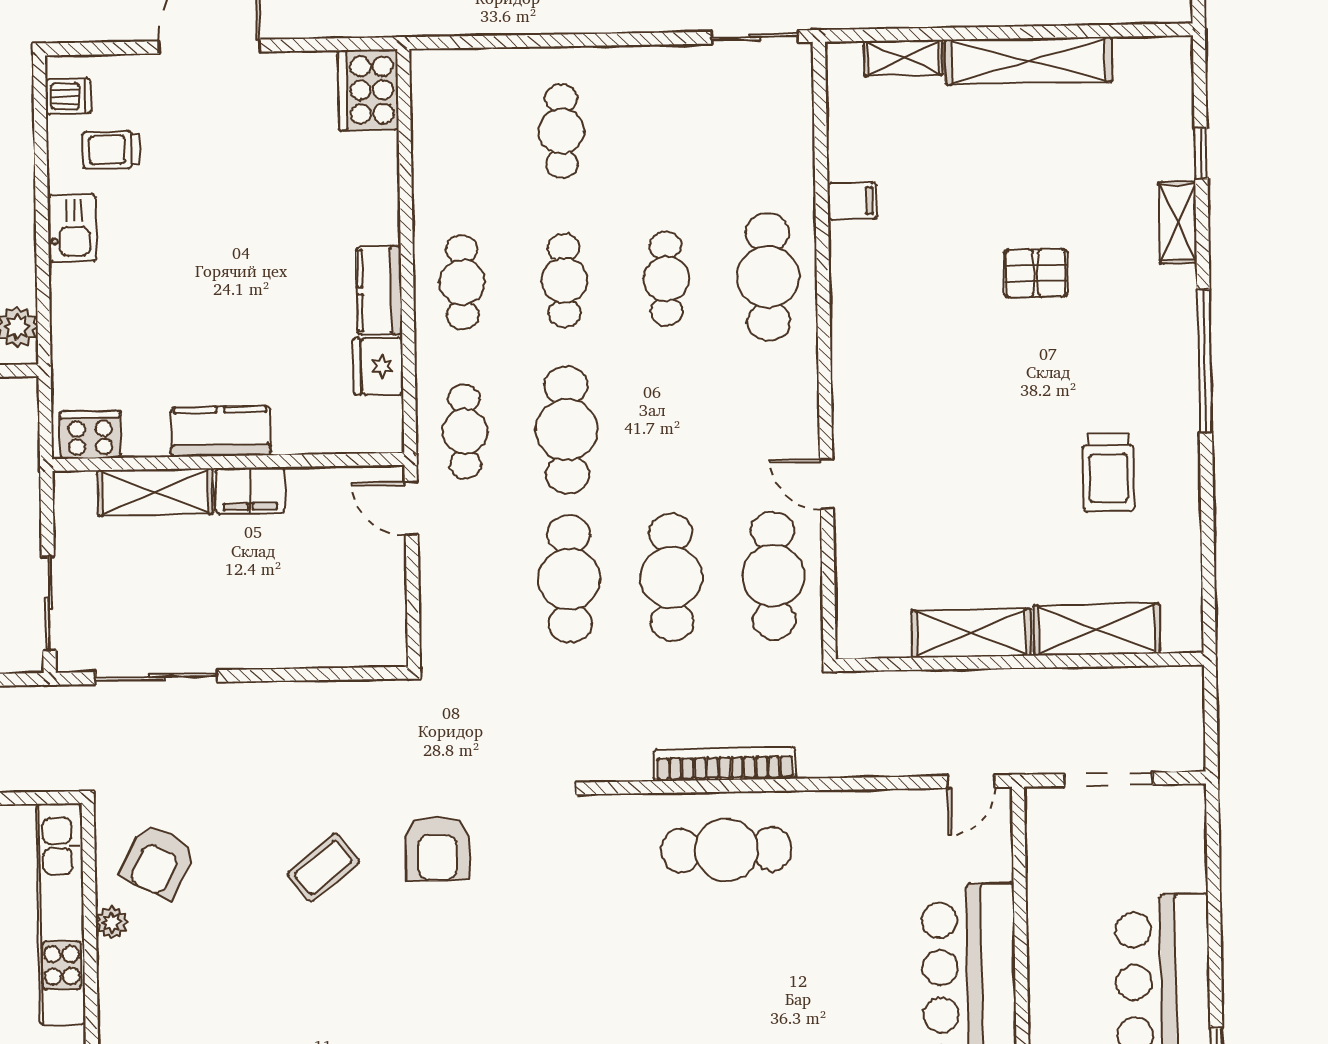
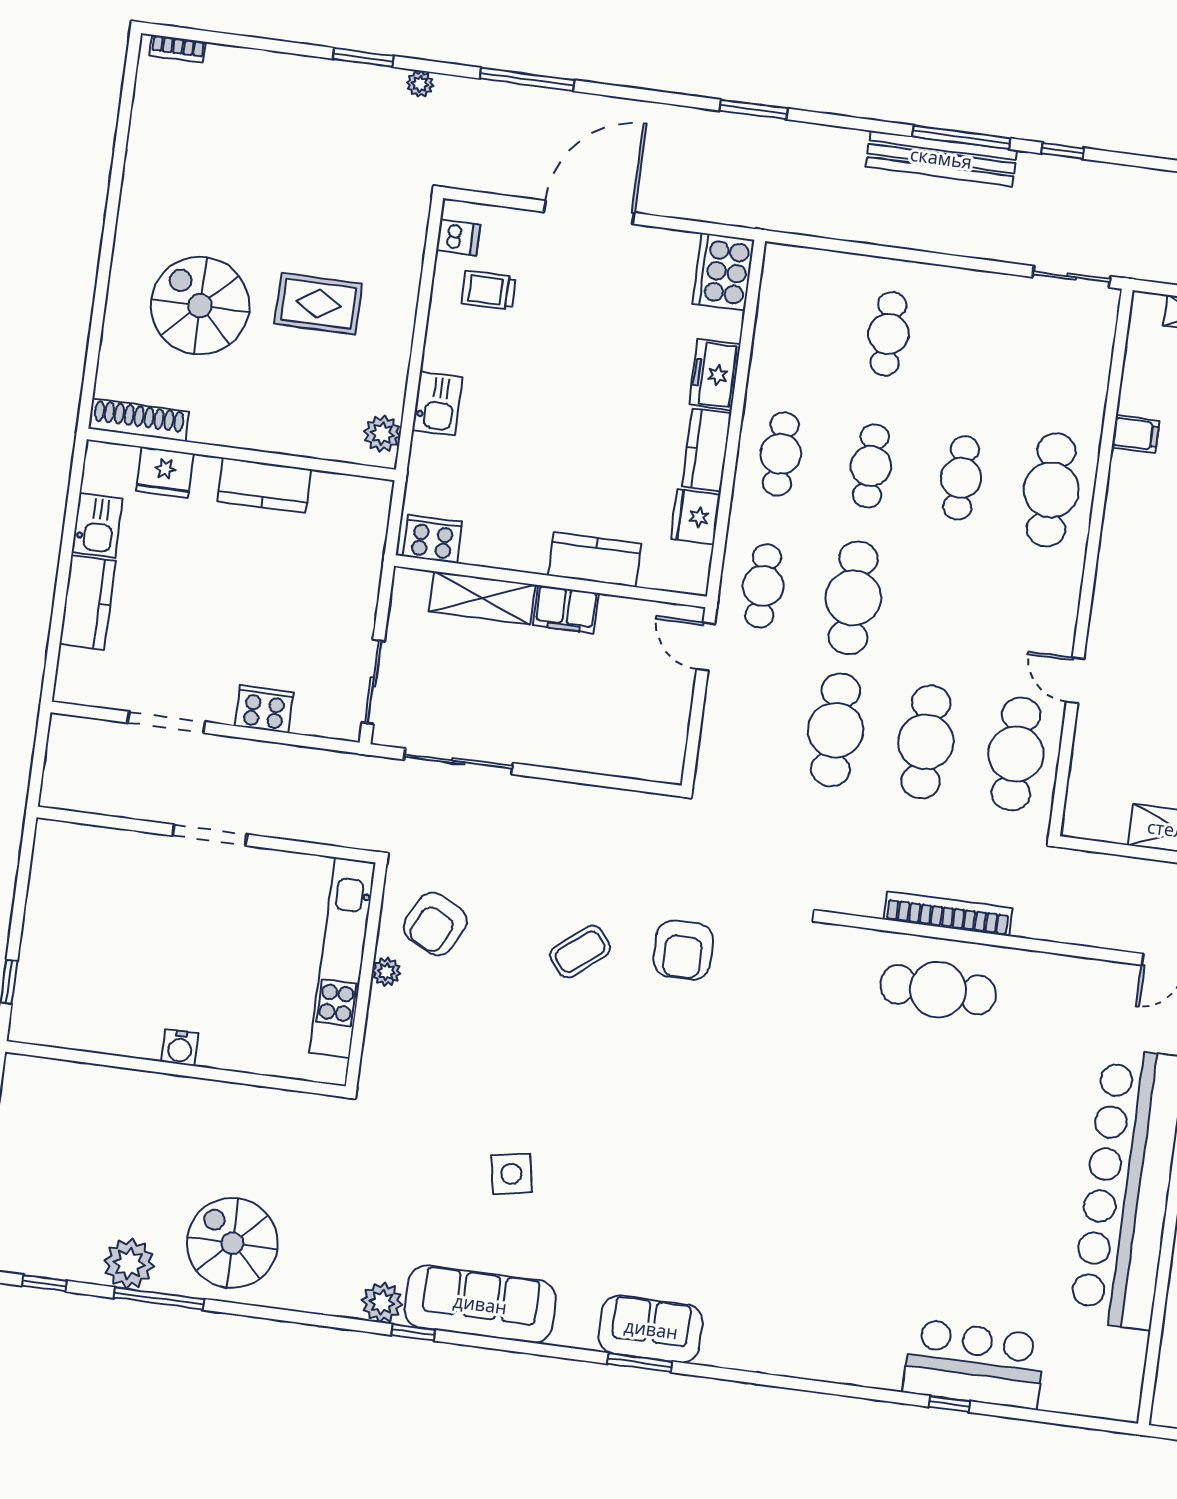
freezer: (376, 205) -> (715, 375), added
kitchen sink: (72, 228) -> (437, 404), moved
kitchen counter: (221, 431) -> (595, 560), moved

